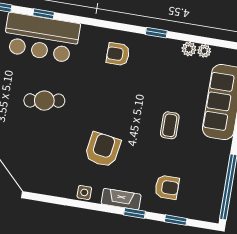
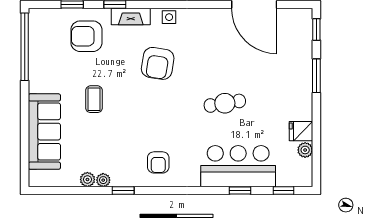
plant: (204, 51) -> (103, 180), moved
armchair: (118, 54) -> (158, 162), turned 90
armchair: (167, 187) -> (86, 36), width x1.38, depth x1.38

